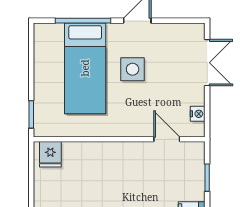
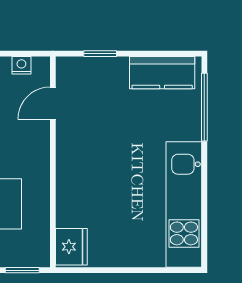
fridge: (50, 154) -> (71, 247), width x1.38

